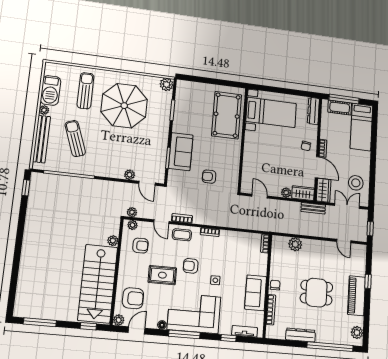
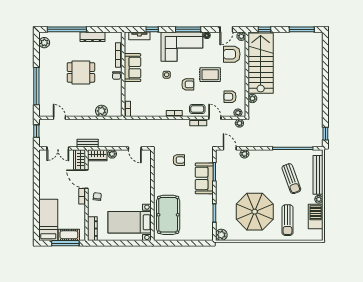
stool: (356, 183) -> (51, 169), removed
window: (368, 281) -> (36, 86), width x3.17
piano: (356, 296) -> (46, 73), removed

